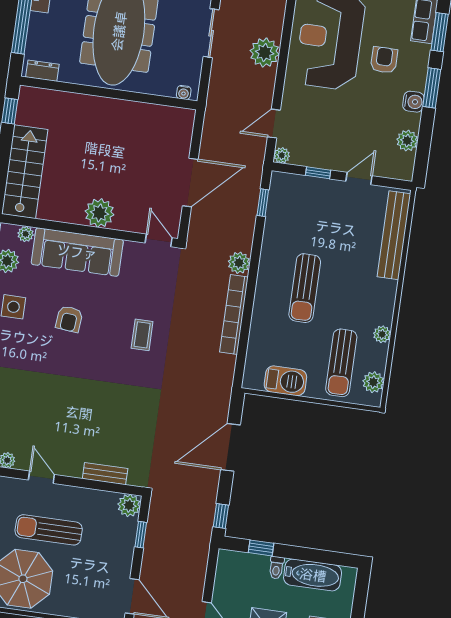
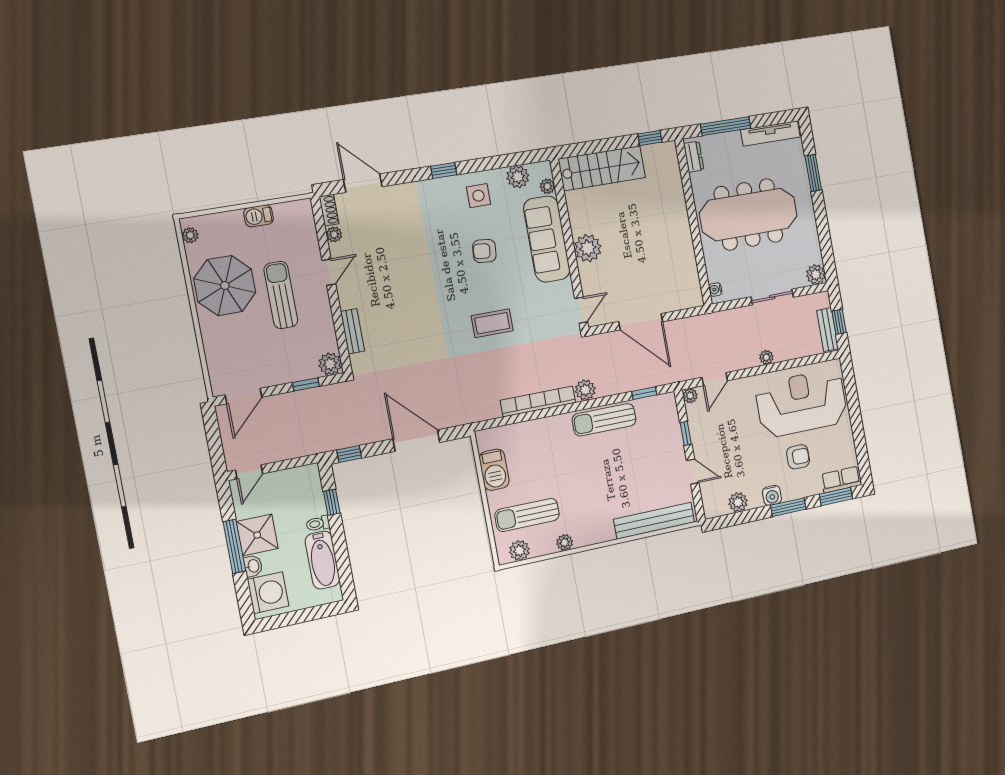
plant: (265, 53) -> (766, 357), width x0.53, depth x0.53
door: (274, 124) -> (715, 379), swing flipped
sun lounger: (305, 288) -> (604, 420), moved
coffee table: (142, 335) -> (492, 323), width x1.36, depth x1.30

